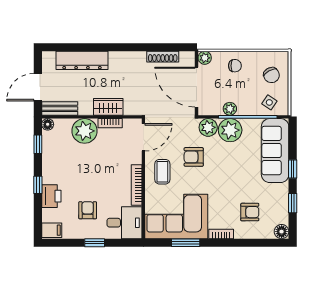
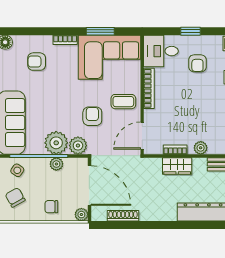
plant: (84, 131) -> (201, 148), width x0.53, depth x0.53
armchair: (194, 157) -> (92, 116), turned -90
coffee table: (162, 172) -> (123, 102), turned 90

